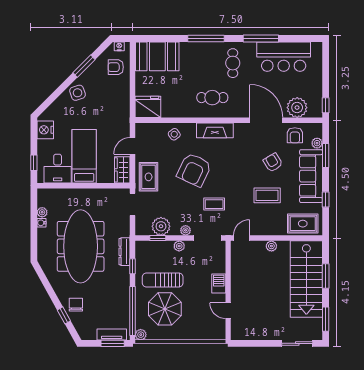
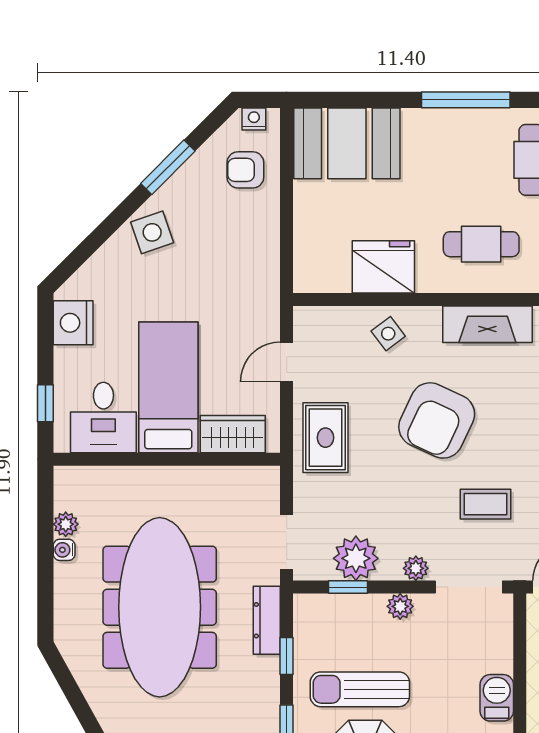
fridge: (148, 107) -> (383, 267), moved
wardrobe: (122, 170) -> (233, 434), moved, turned 90
doorway: (133, 204) -> (287, 542), moved

